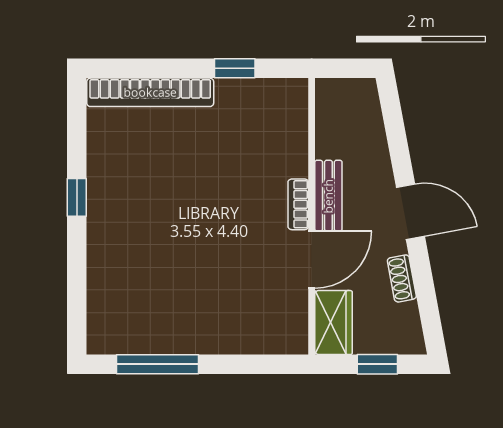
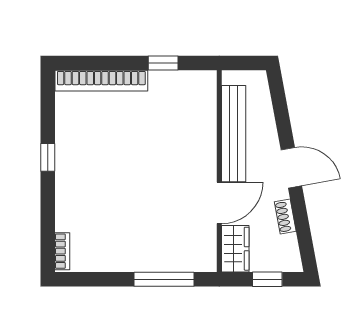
bench: (328, 196) -> (234, 134), width x1.86, depth x1.21
bookcase: (298, 204) -> (62, 251), moved, turned 180
window: (158, 364) -> (164, 279), moved

